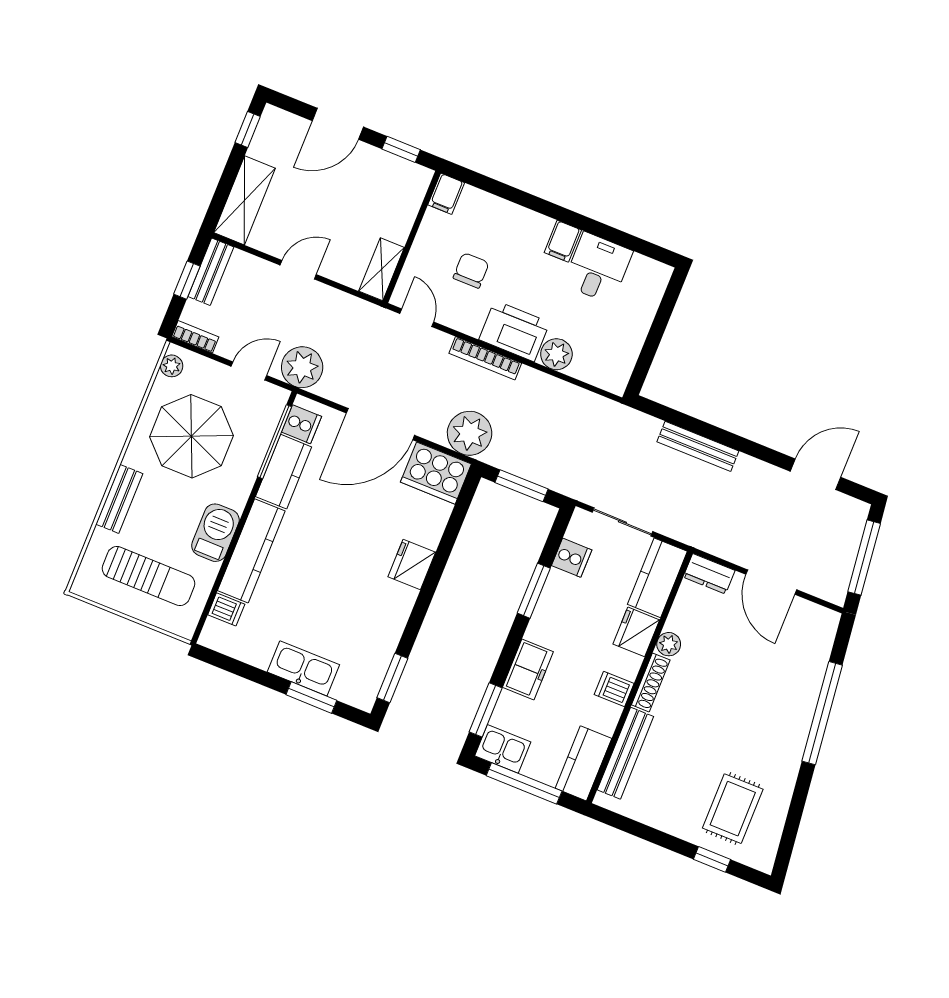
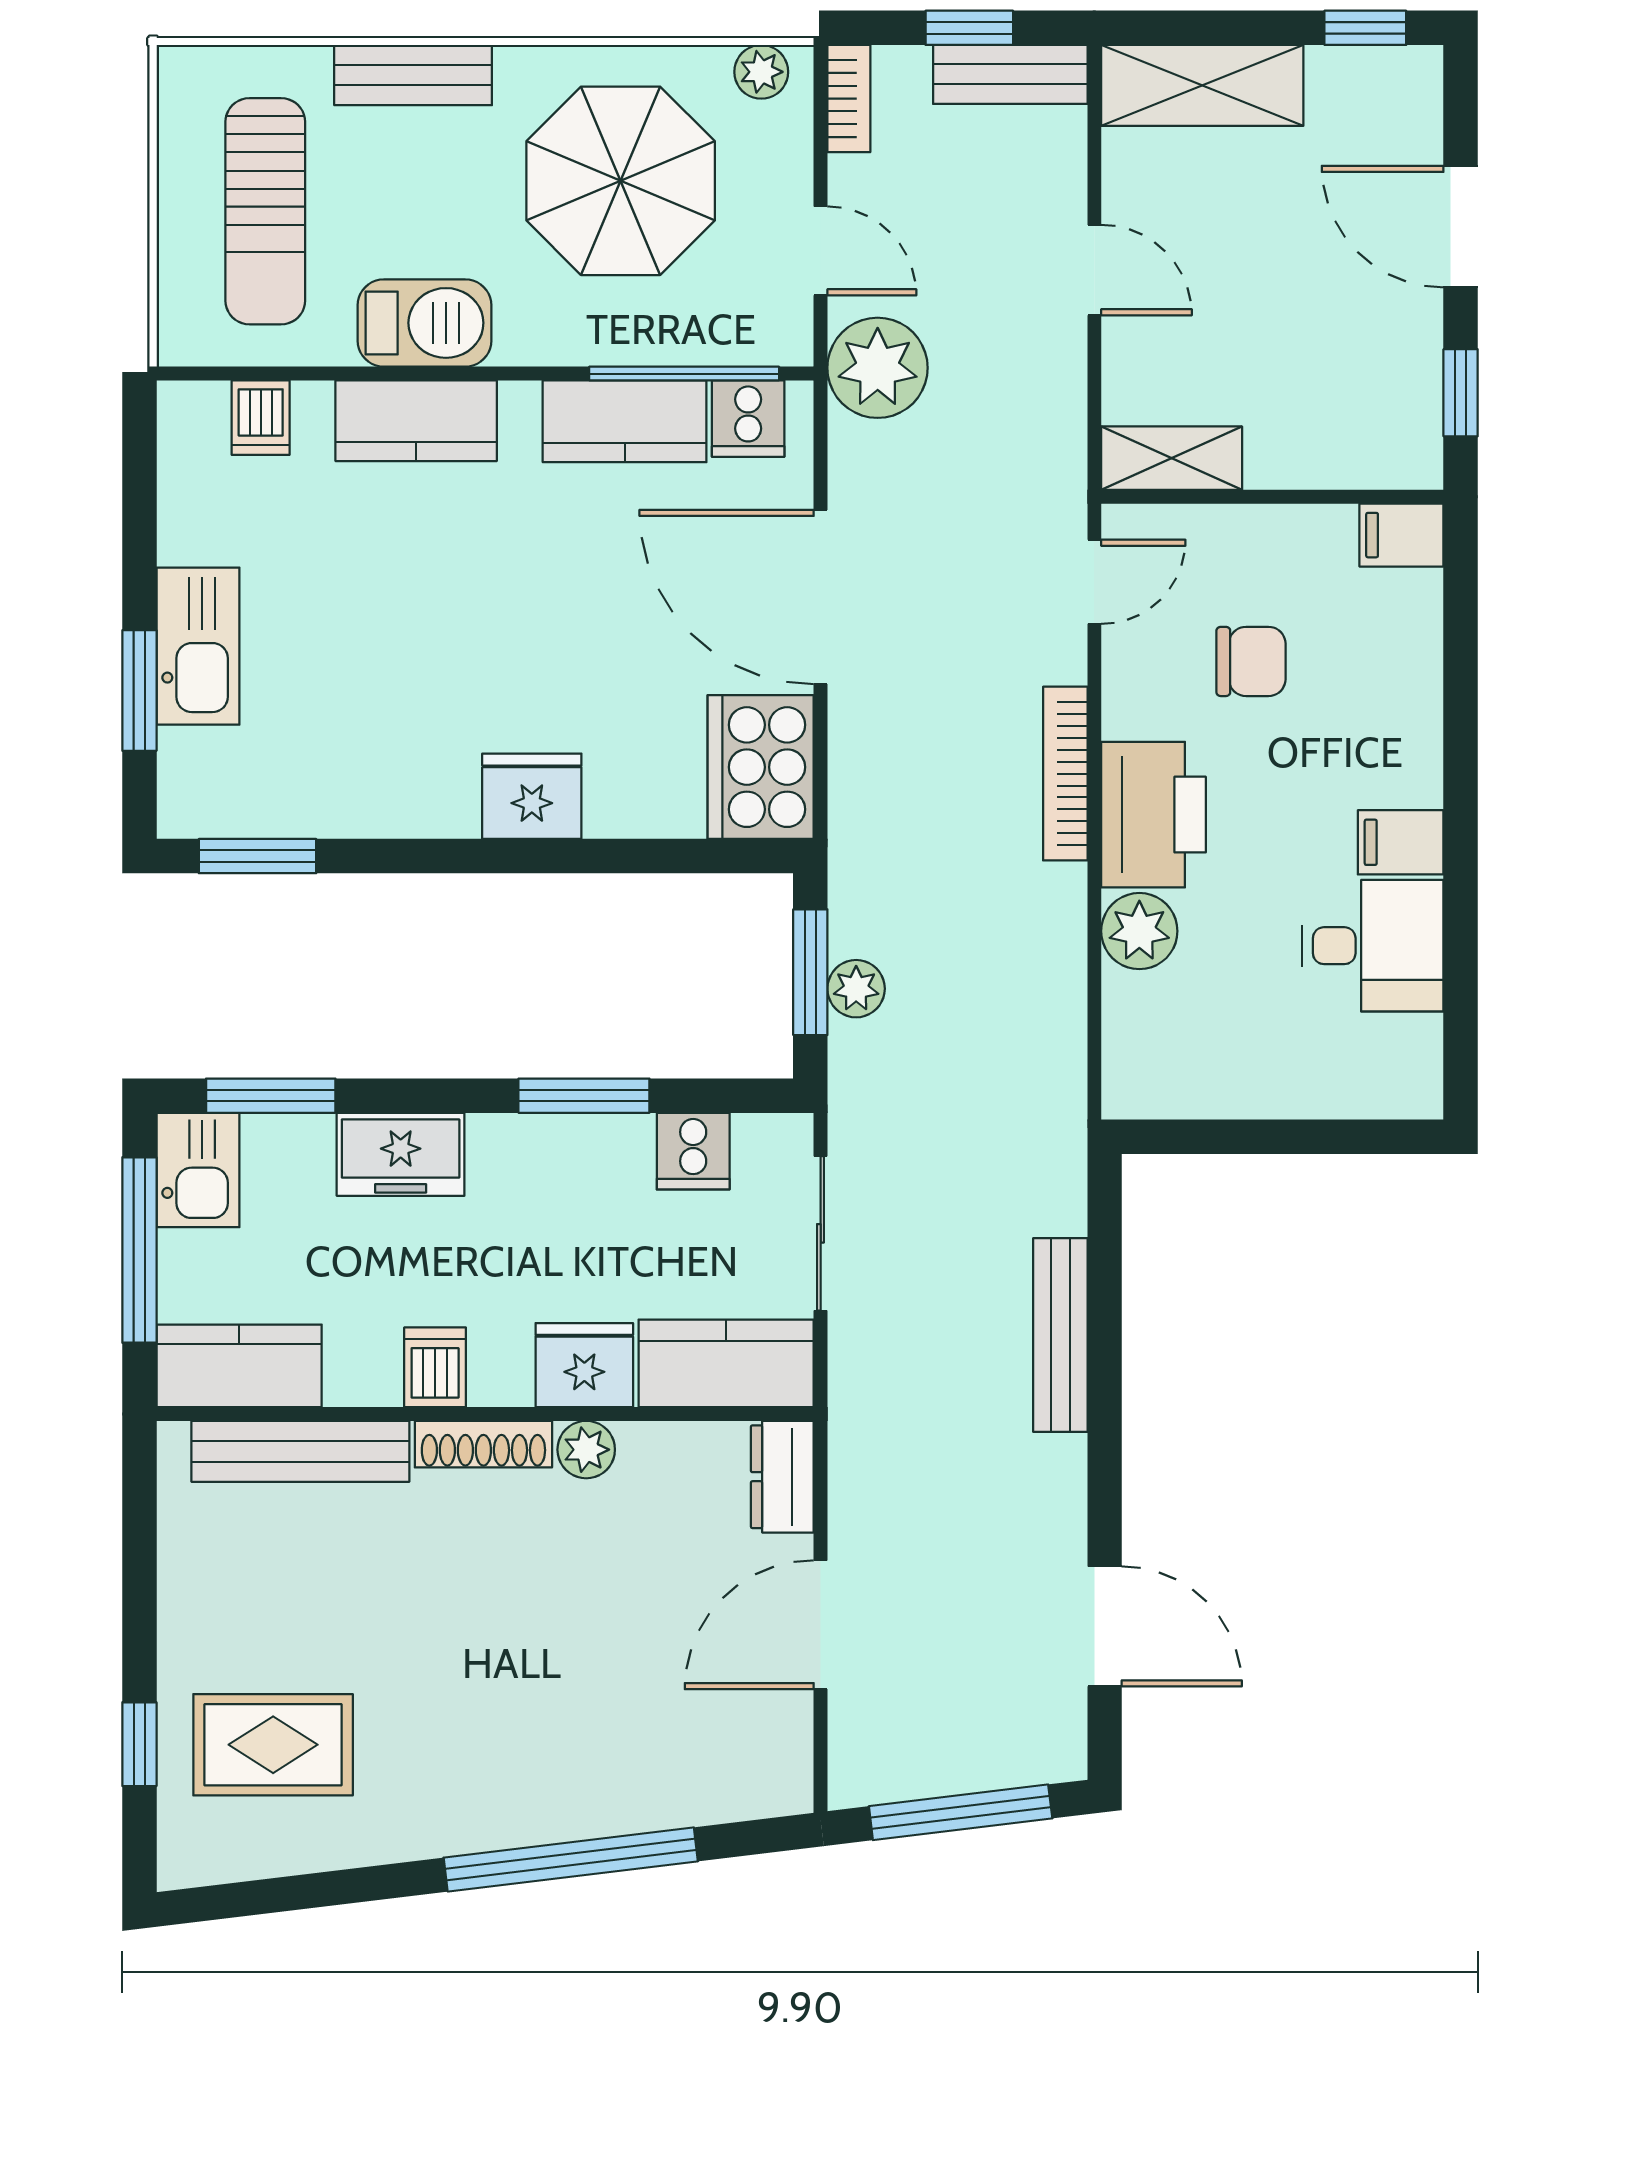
plant: (470, 433) -> (856, 989), moved, width x0.53, depth x0.53
kitchen counter: (251, 551) -> (416, 421), width x0.67

